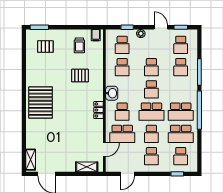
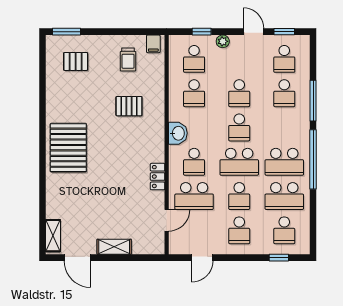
locker: (99, 110) -> (158, 177), moved
shelving: (87, 167) -> (114, 247), moved

